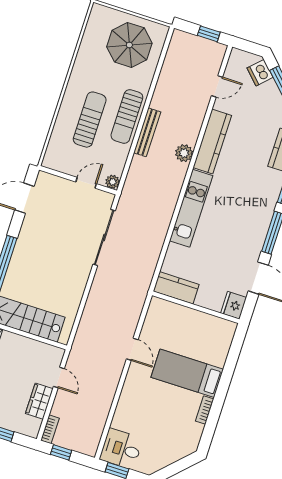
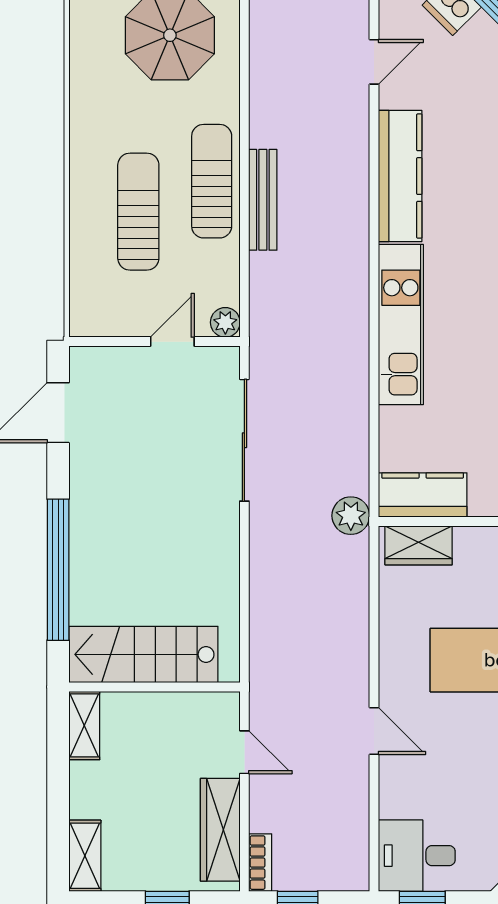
sun lounger: (127, 116) -> (212, 181), turned 180
plant: (184, 153) -> (351, 516), moved
wardrobe: (167, 310) -> (419, 545), added
door: (132, 349) -> (374, 731), moved
wardrobe: (39, 401) -> (220, 830), width x1.50

